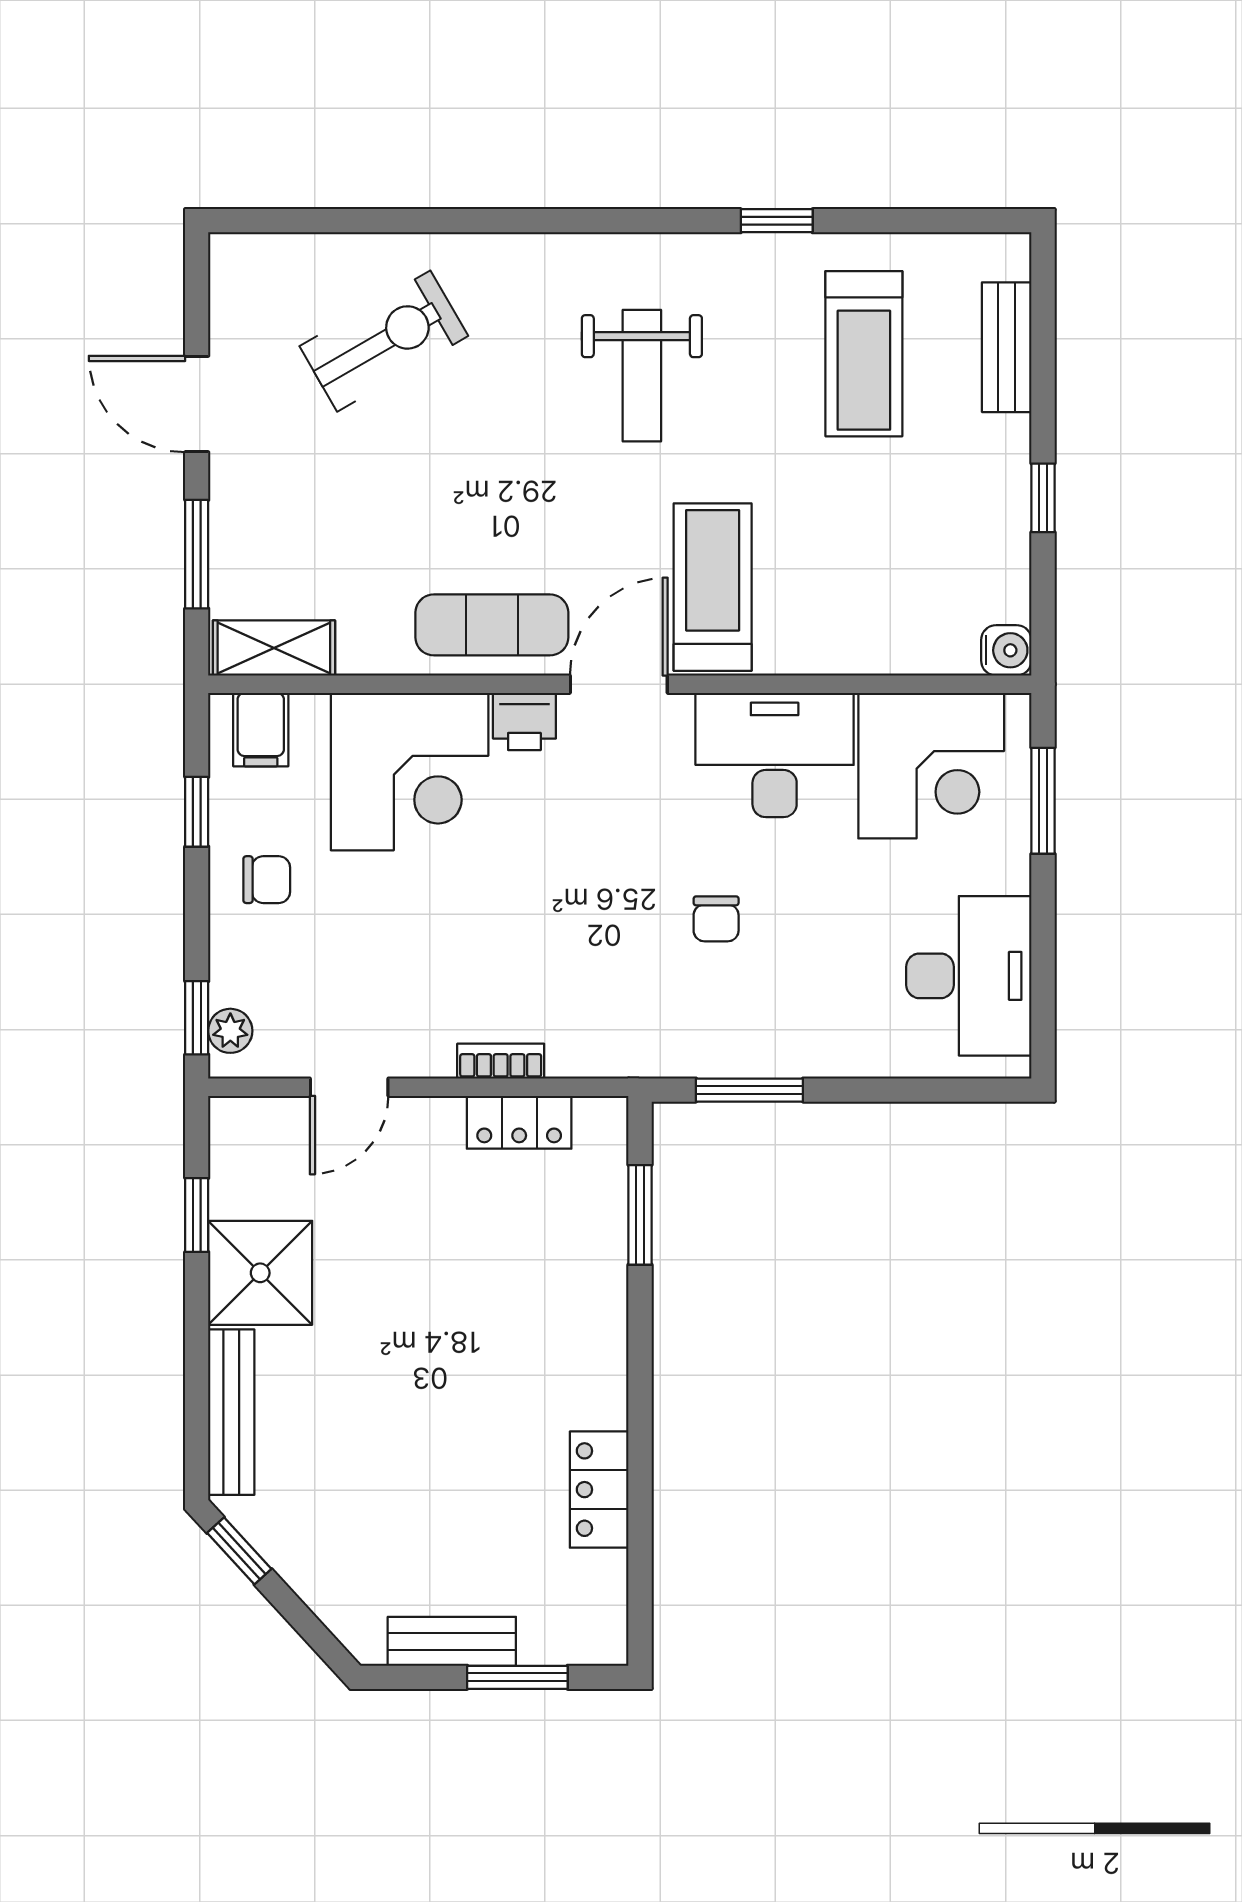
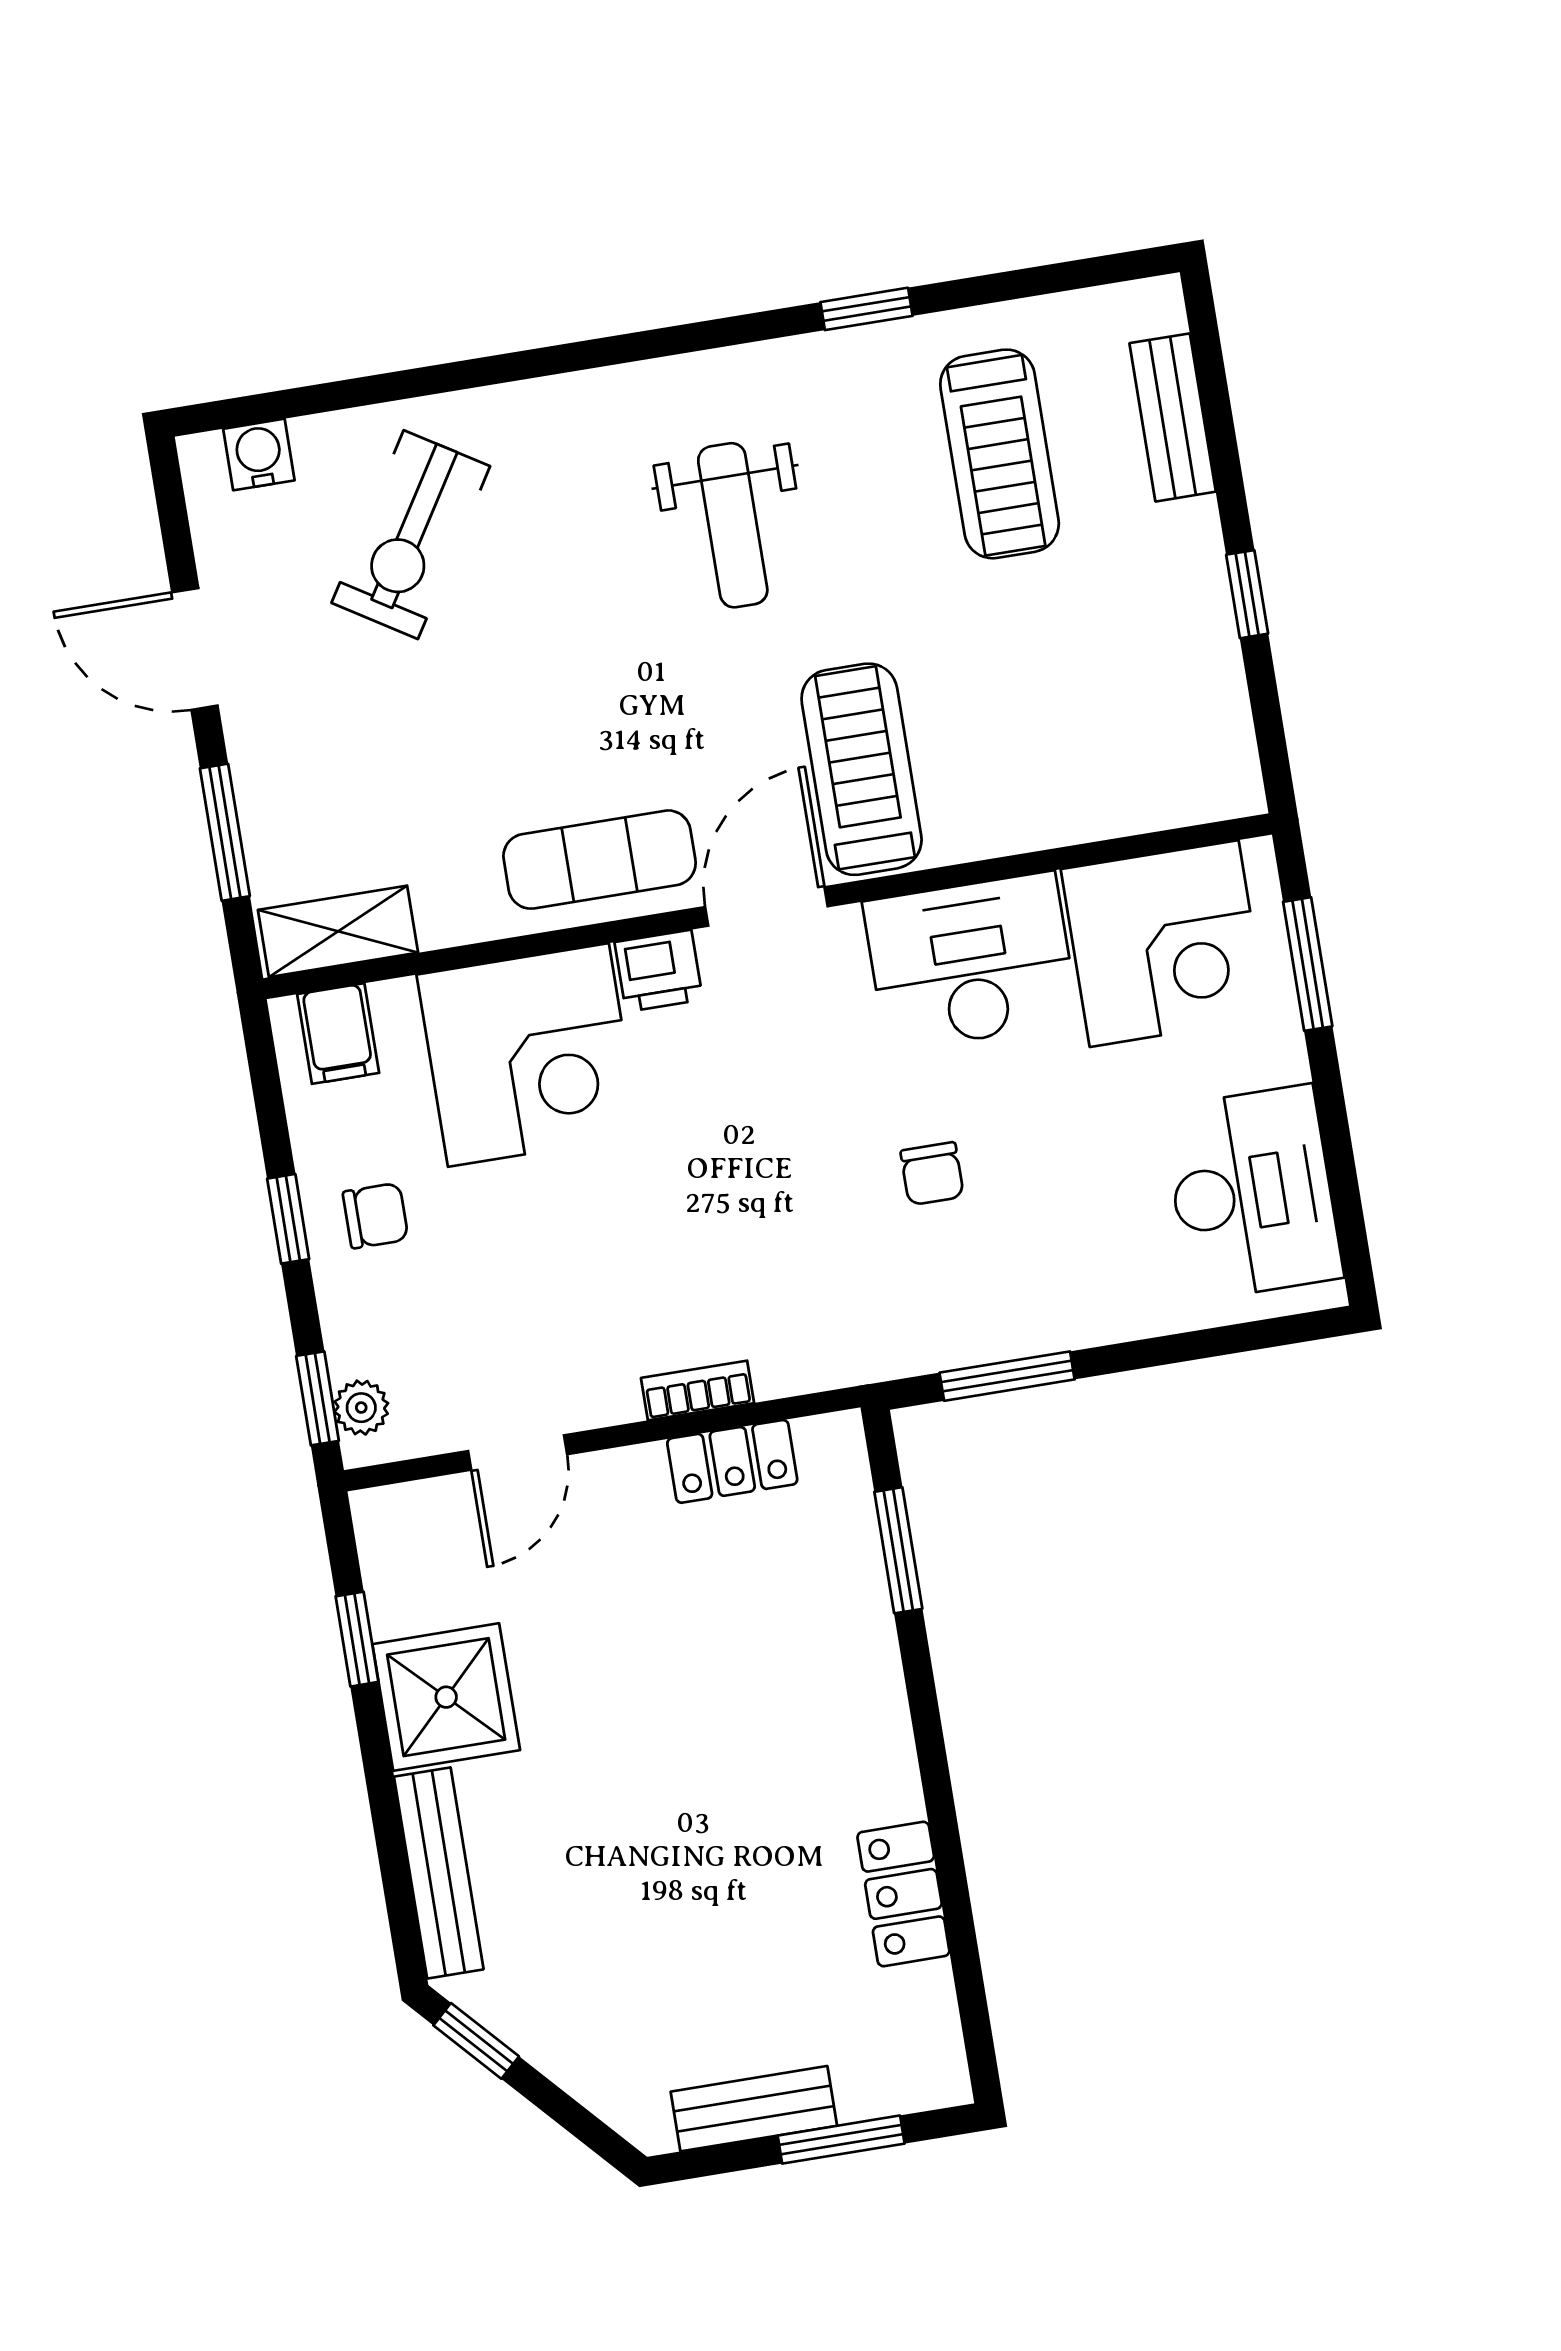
exercise bike: (384, 341) -> (411, 535), turned 152
water cooler: (1006, 650) -> (259, 455), moved, turned -90
window: (197, 812) -> (288, 1219), moved

